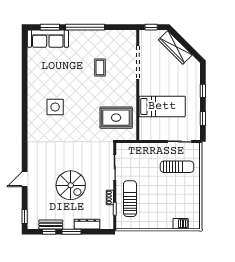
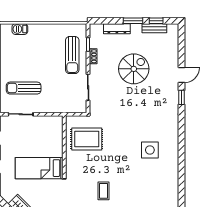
bed: (162, 106) -> (39, 168), moved
spiral stairs: (71, 185) -> (134, 69), turned 90
window: (25, 217) -> (182, 97), moved

